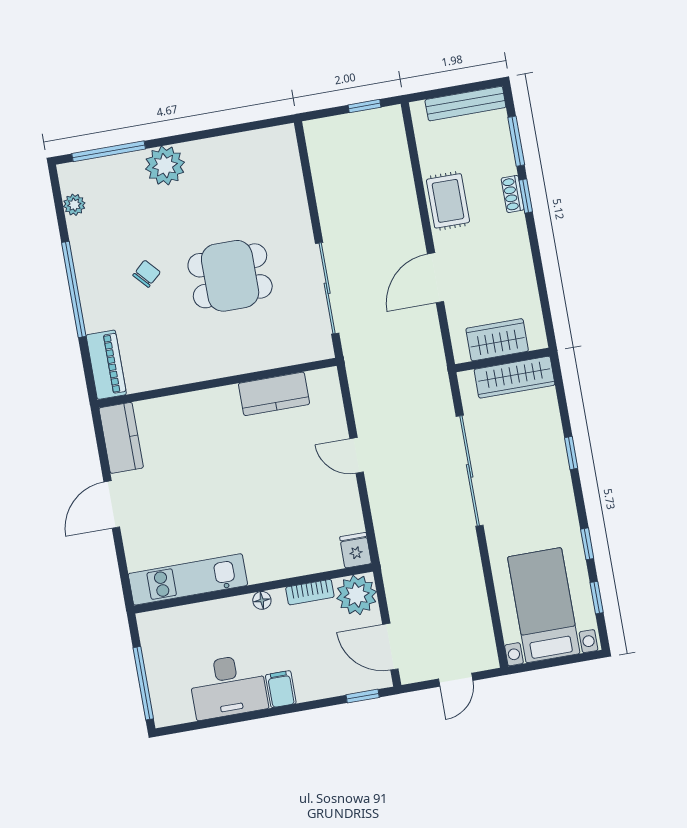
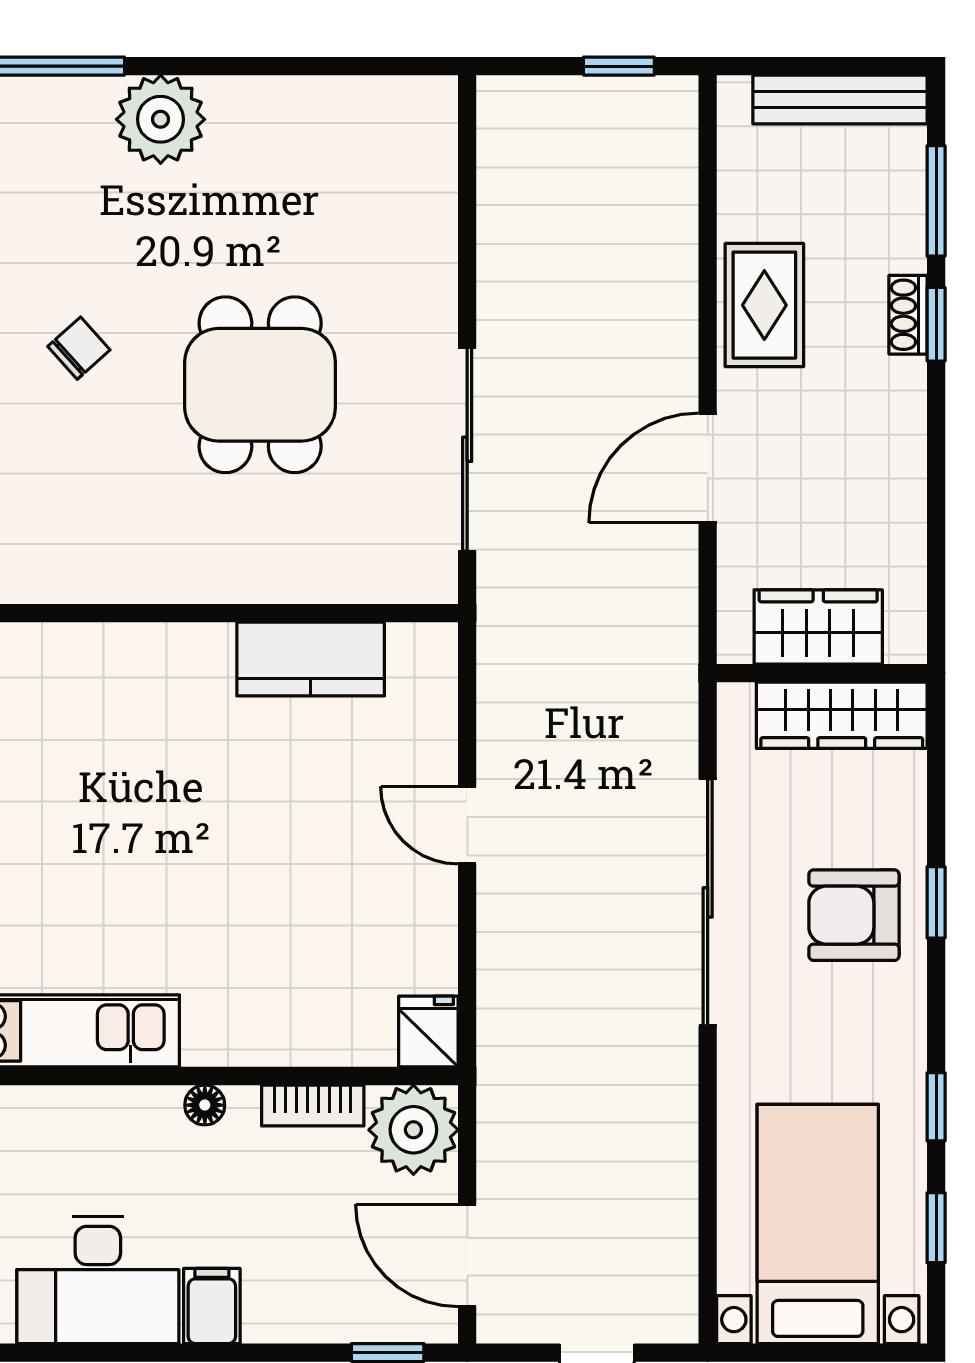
dining table: (230, 276) -> (260, 385), turned 90
armchair: (536, 465) -> (854, 915), added

